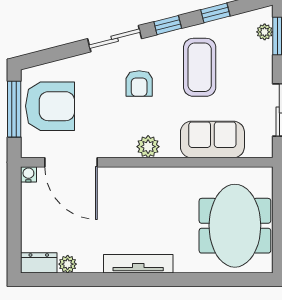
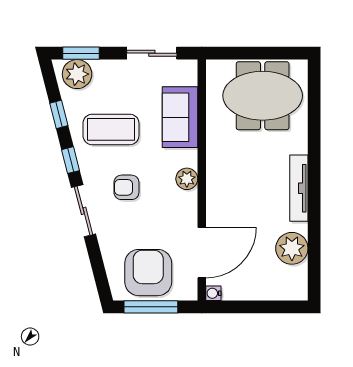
plant: (265, 32) -> (77, 74), width x1.88, depth x1.88
armchair: (139, 84) -> (126, 187), turned 180
dresser: (39, 263) -> (298, 283), removed
plant: (68, 264) -> (292, 248), width x1.88, depth x1.88

